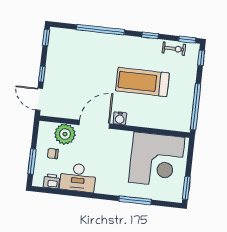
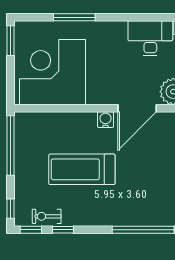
window: (150, 35) -> (63, 230), moved
treadmill: (142, 82) -> (82, 169), turned 180

